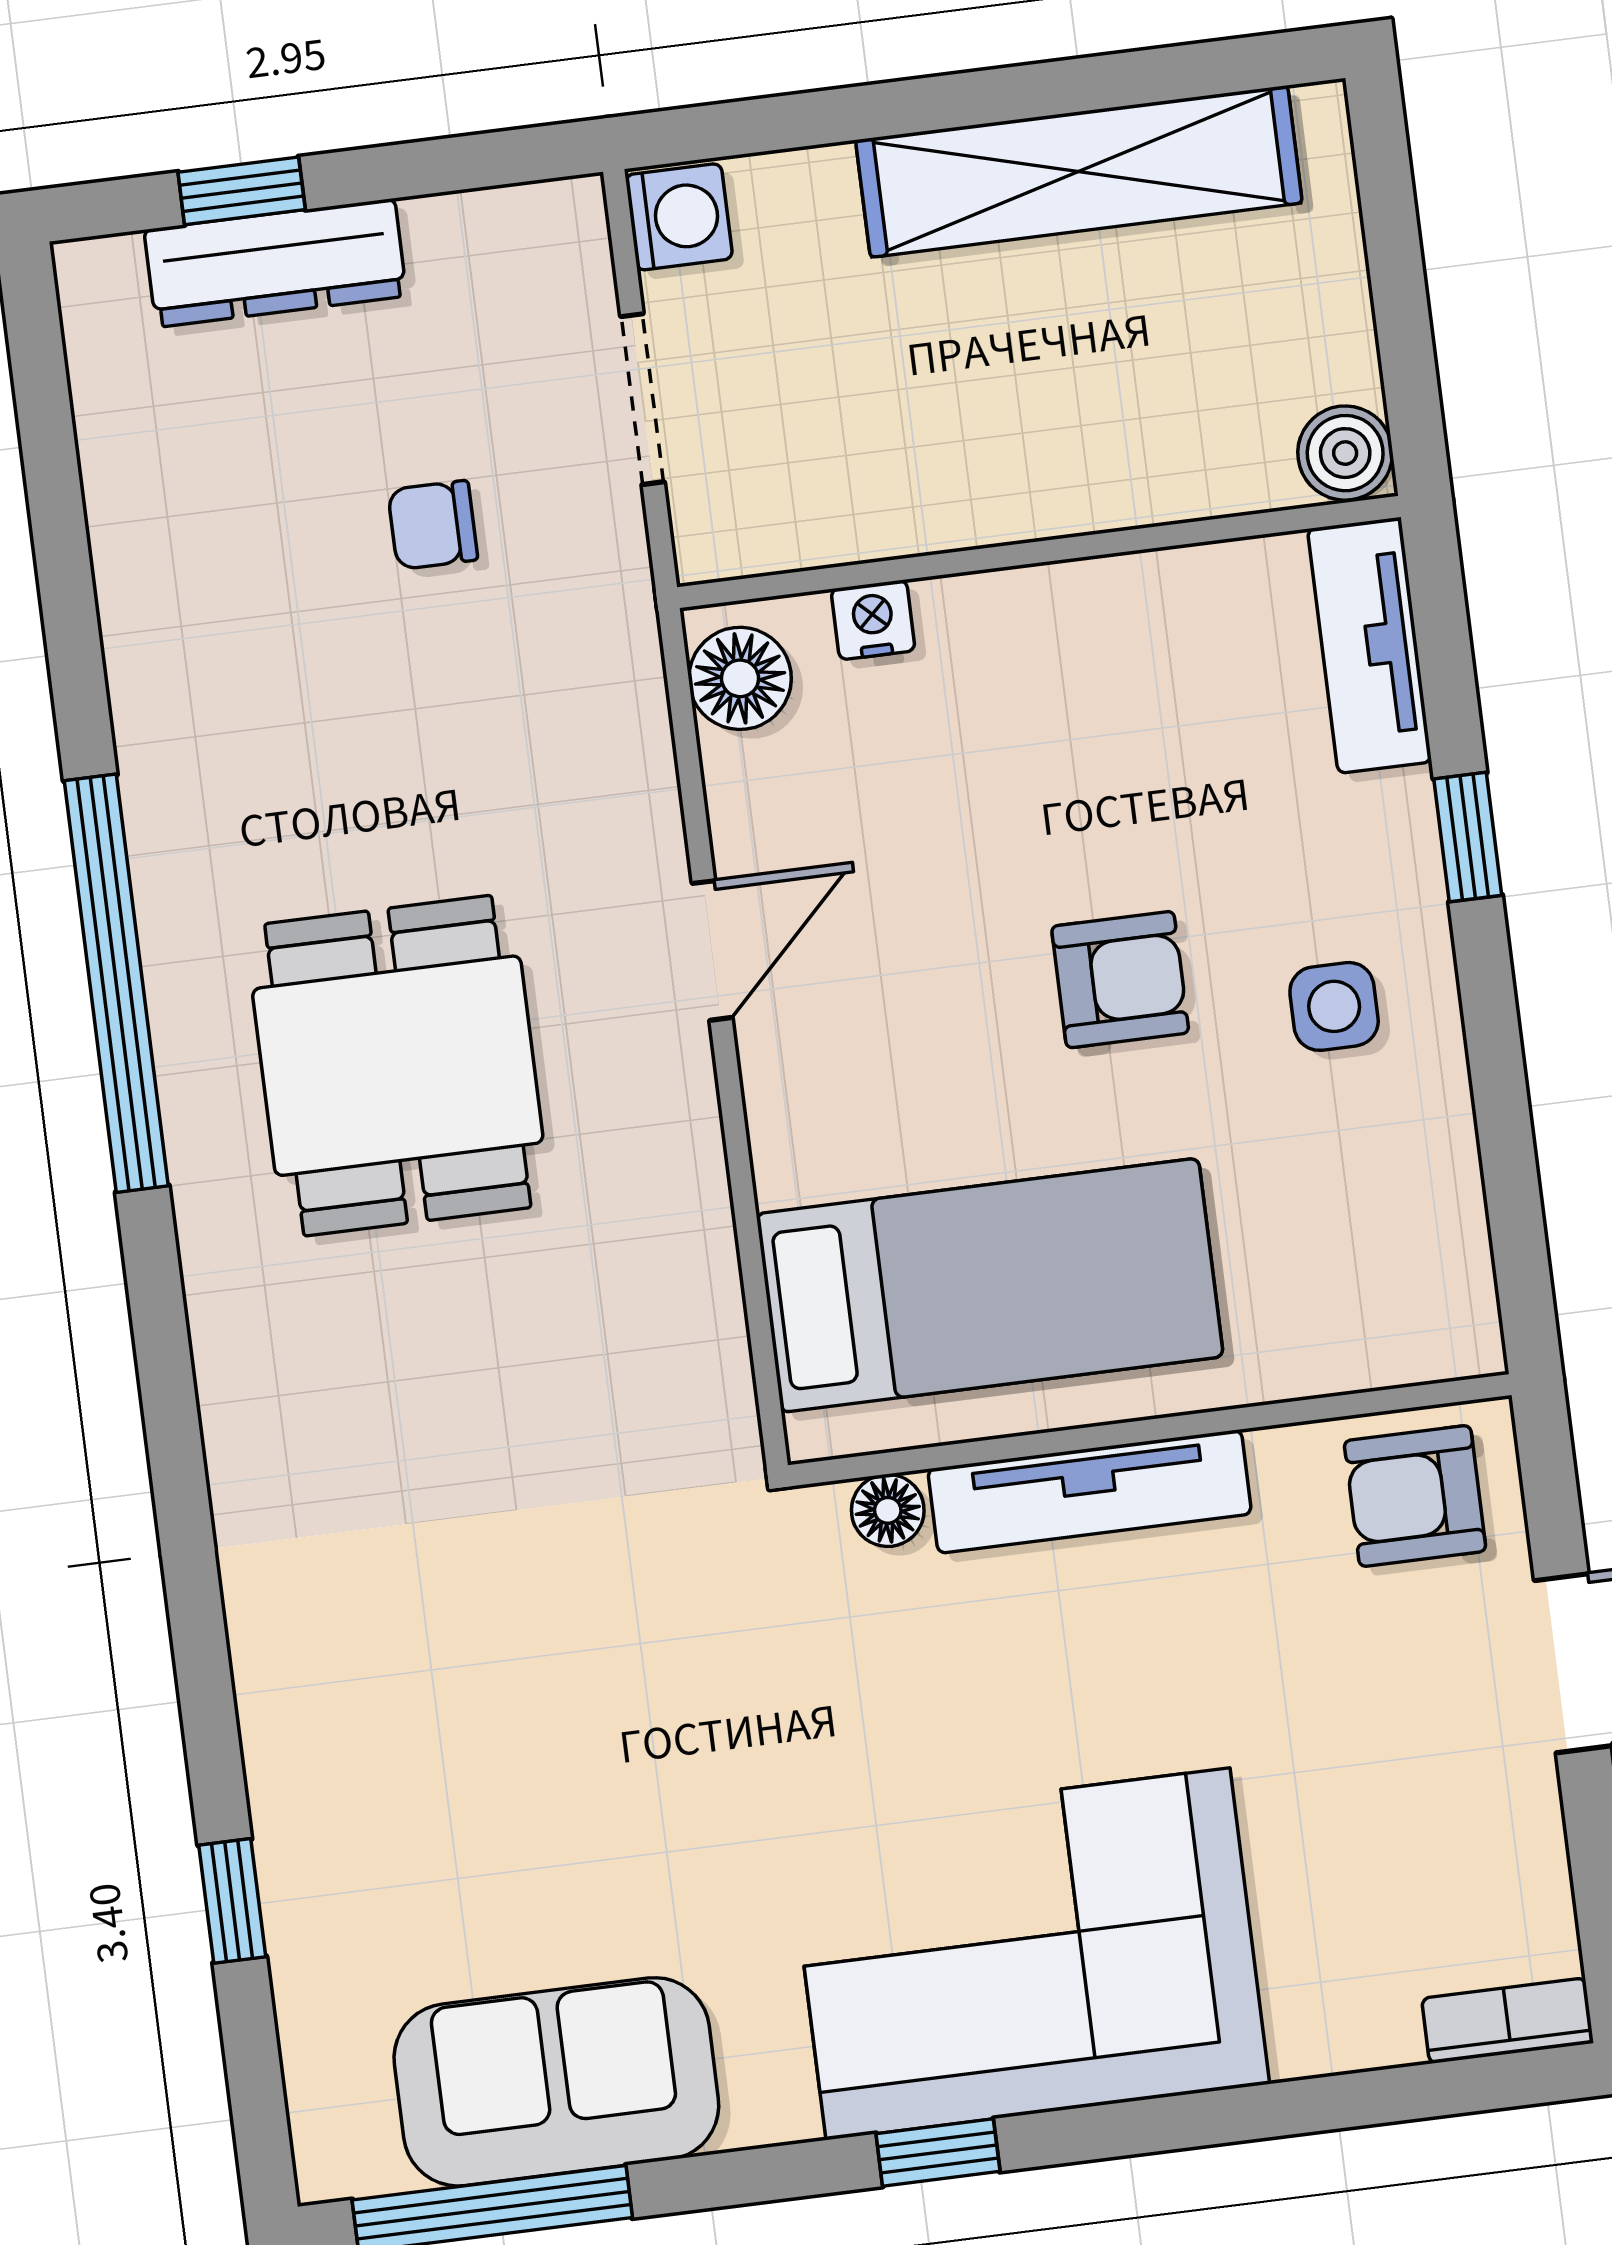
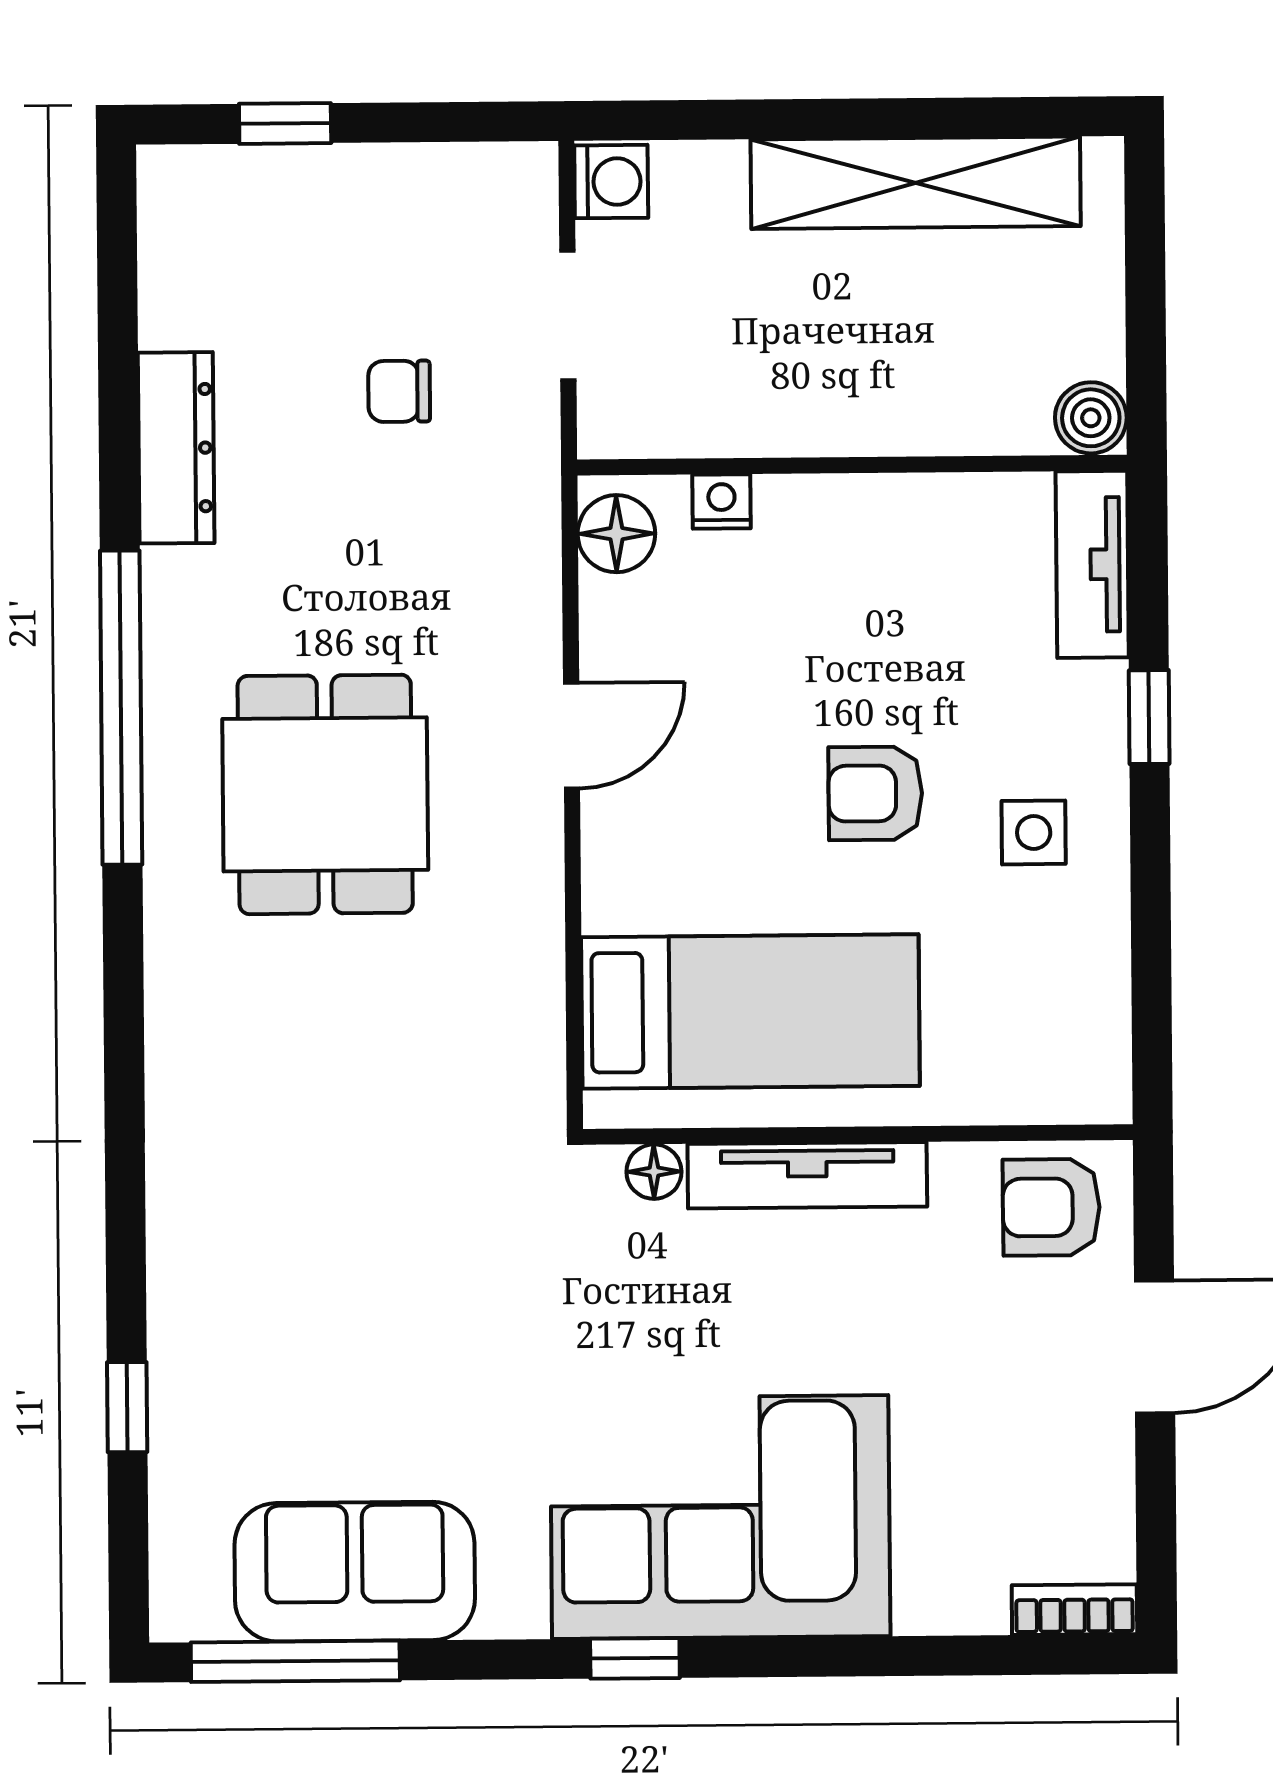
dresser: (275, 263) -> (176, 448), moved, turned -90
armchair: (1120, 980) -> (875, 793), turned 180

